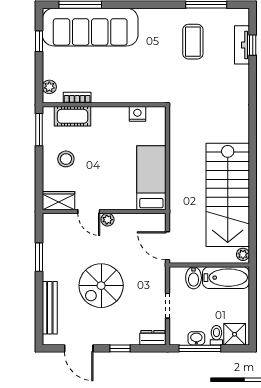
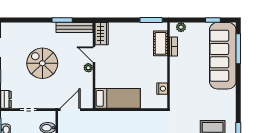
stool: (66, 159) -> (131, 39), removed
door: (89, 212) -> (94, 55), hinge flipped
bench: (50, 308) -> (74, 27), moved

